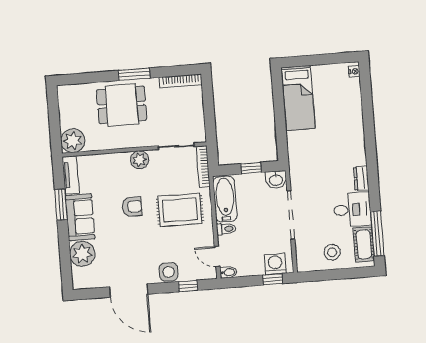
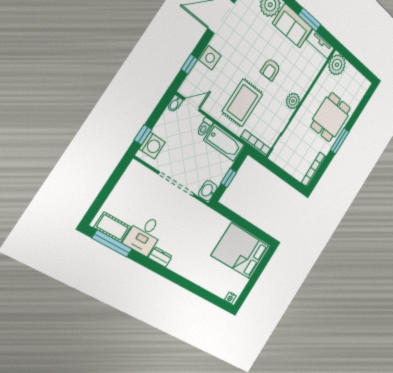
bed: (299, 98) -> (241, 251), width x1.50
stool: (332, 252) -> (126, 197), removed

